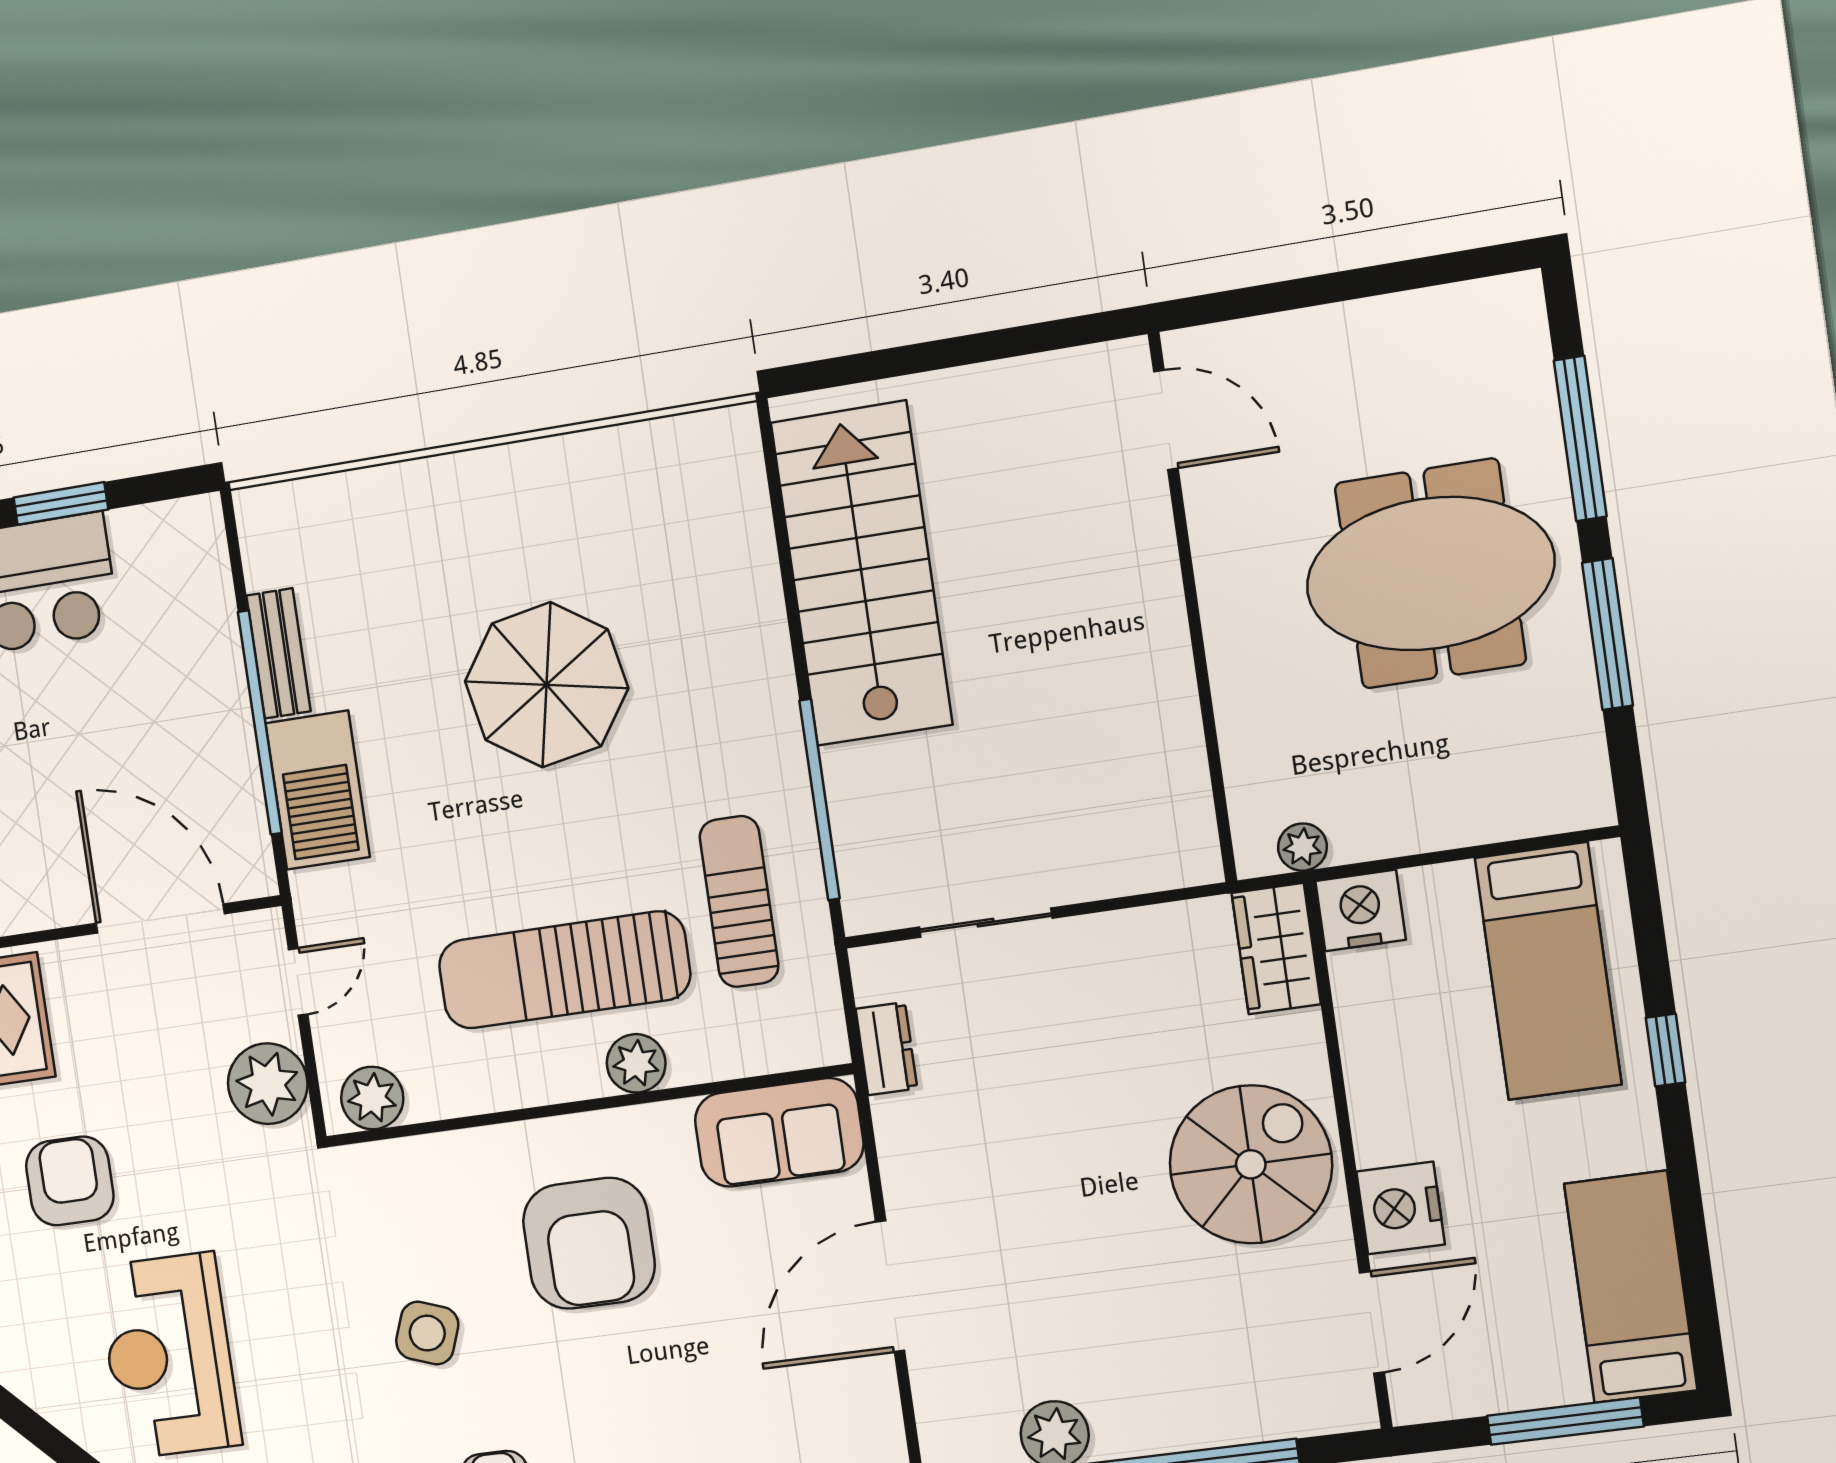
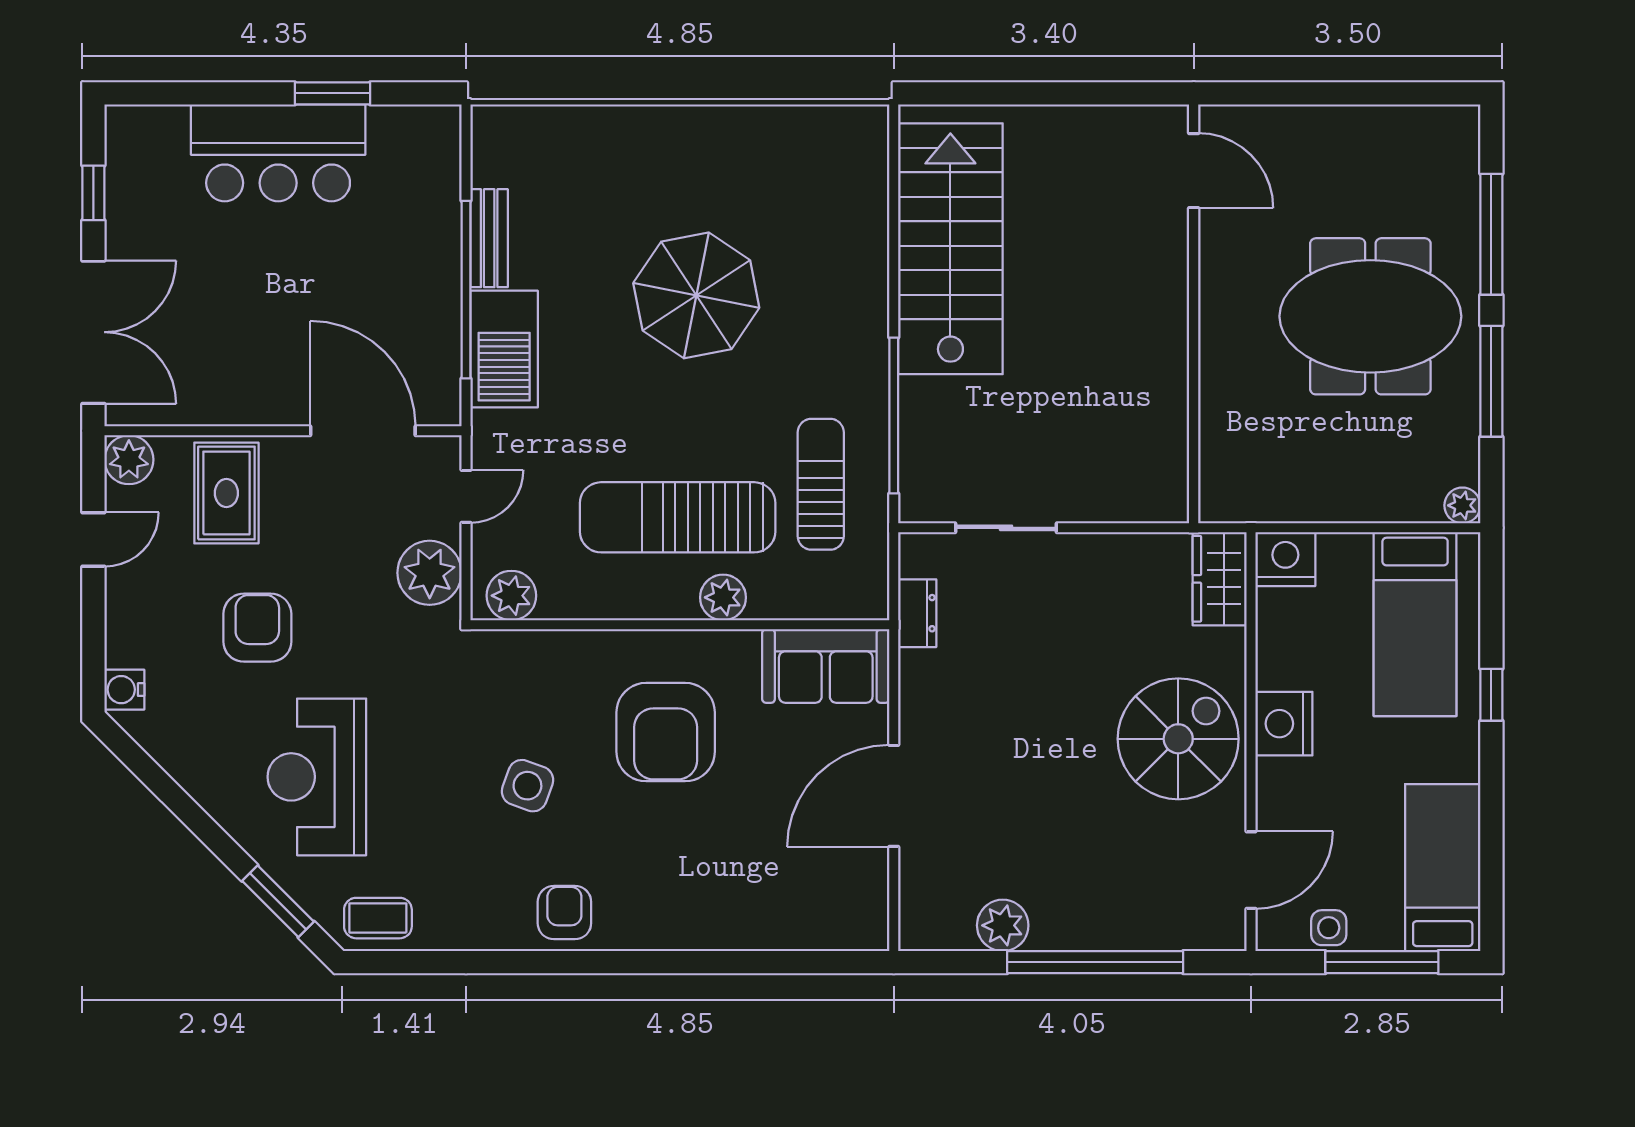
plant: (1302, 847) -> (1462, 505), moved
nightstand: (1401, 1208) -> (1284, 724), moved
side table: (1487, 1385) -> (1329, 928), added

